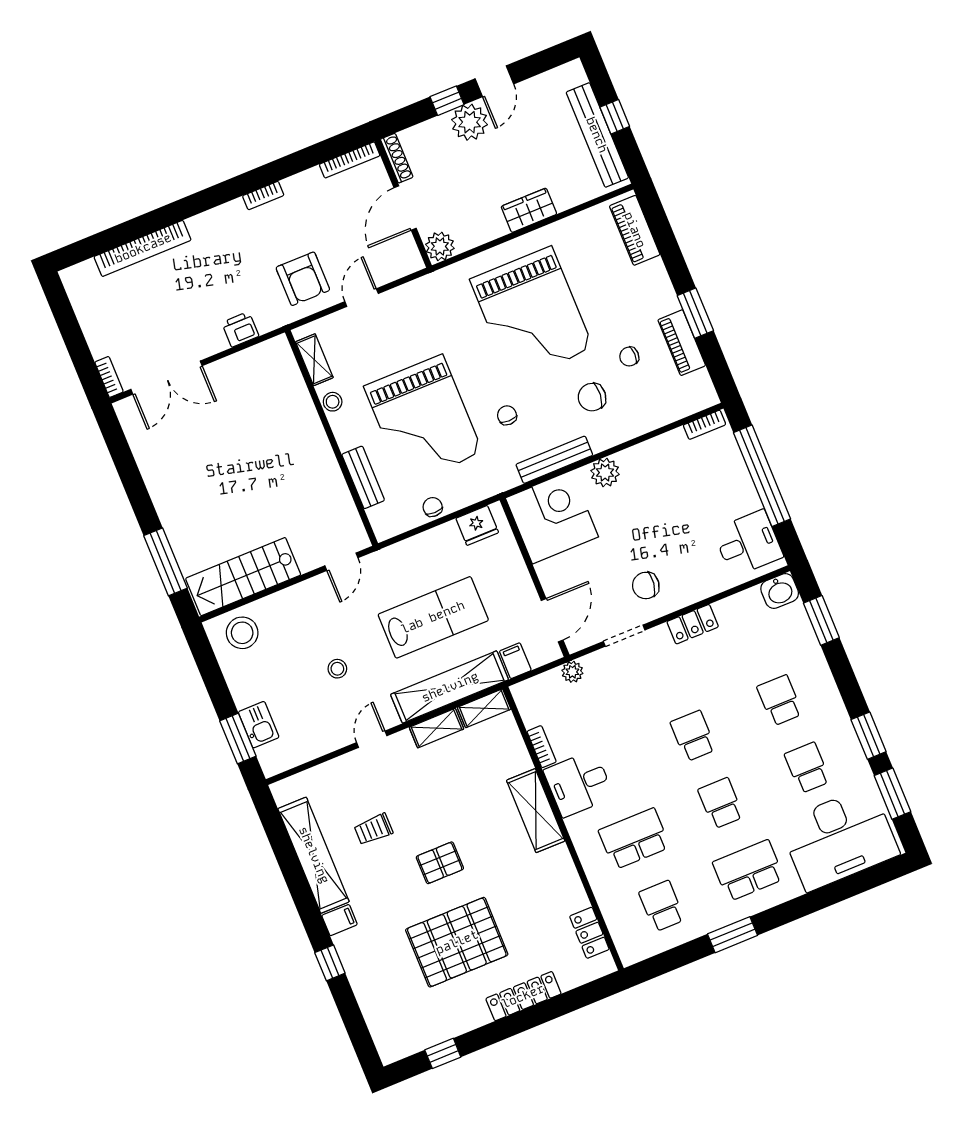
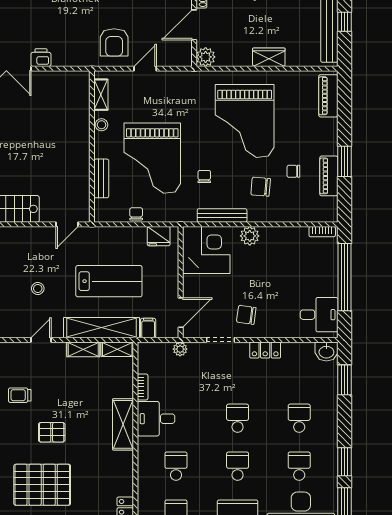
printer: (240, 329) -> (41, 58), moved
school desk: (634, 839) -> (176, 466), width x0.54

